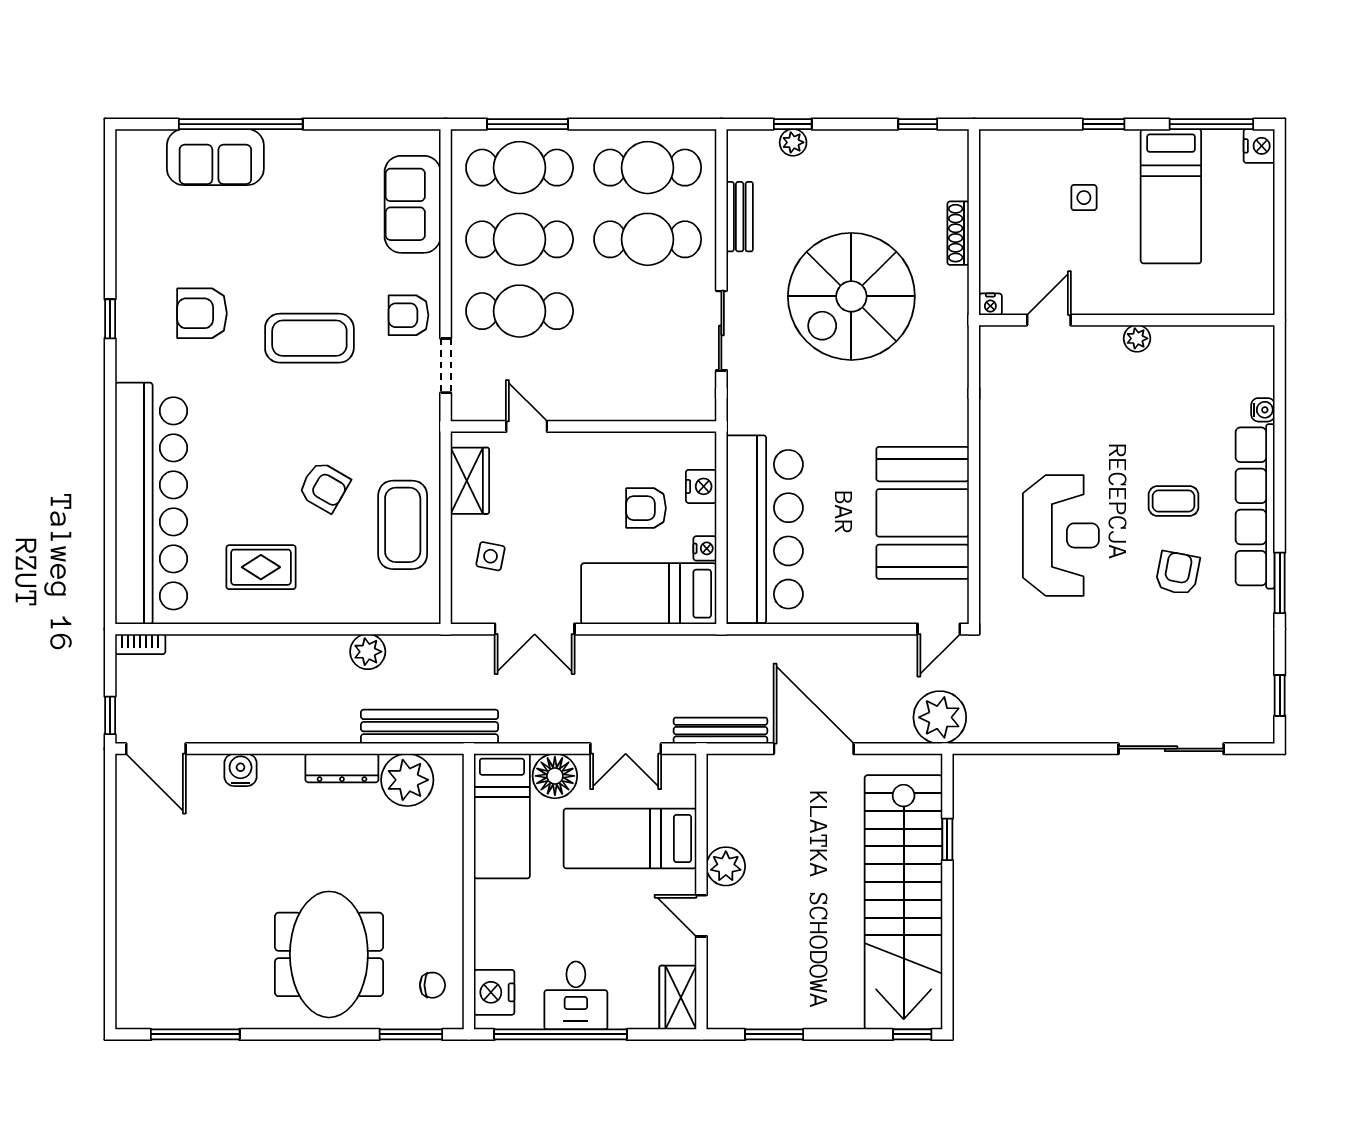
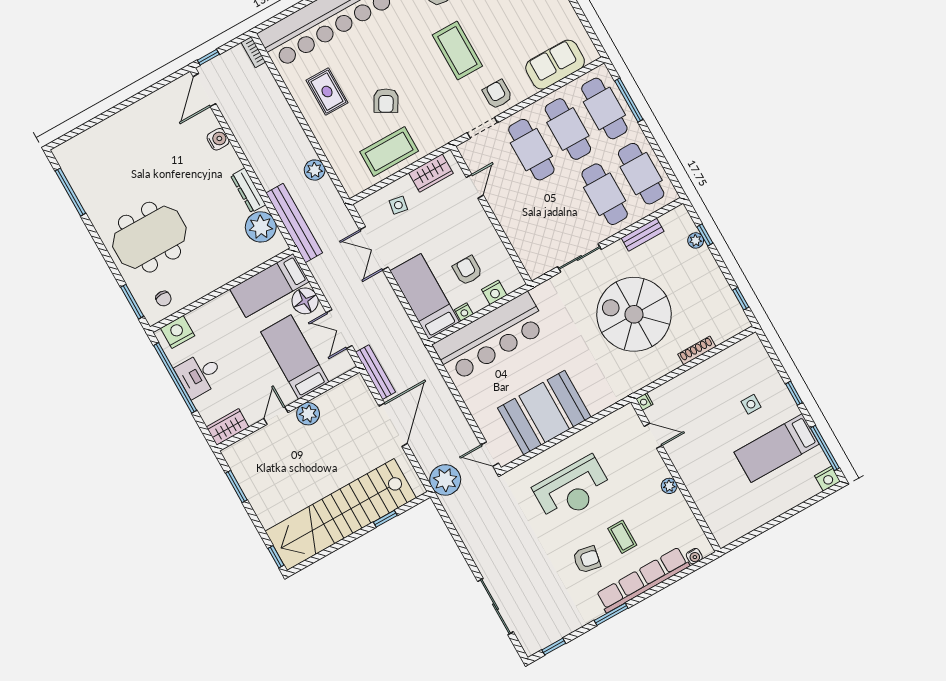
nightstand: (990, 304) -> (644, 402), moved
door: (1049, 320) -> (653, 436), moved
wall: (1127, 320) -> (676, 475), moved
plant: (1137, 338) -> (669, 486), moved

